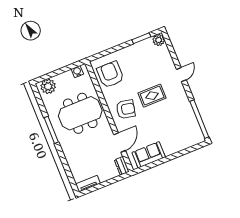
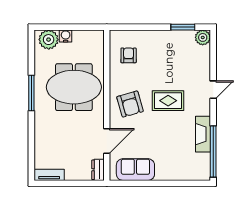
water cooler: (77, 72) -> (66, 36), moved
armchair: (110, 75) -> (129, 55), width x0.53, depth x0.53
armchair: (126, 109) -> (130, 104), turned 62
fireplace: (187, 110) -> (203, 134), added

